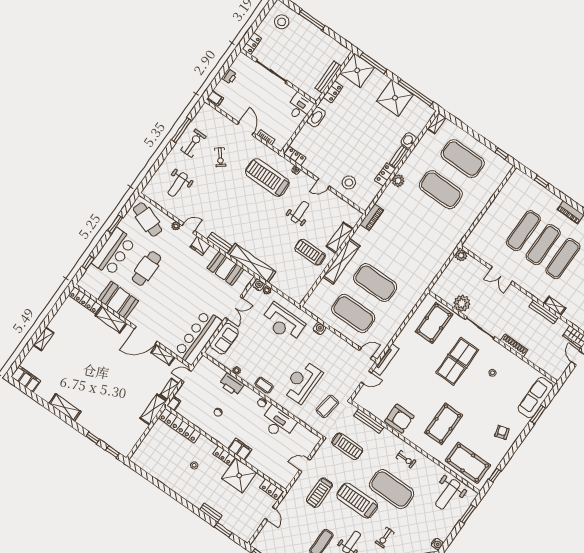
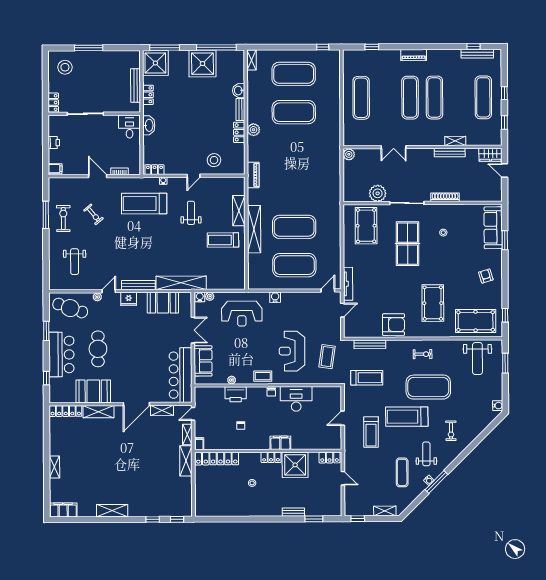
exercise mat: (523, 231) -> (361, 98), moved
bench: (219, 243) -> (138, 285), width x1.36

